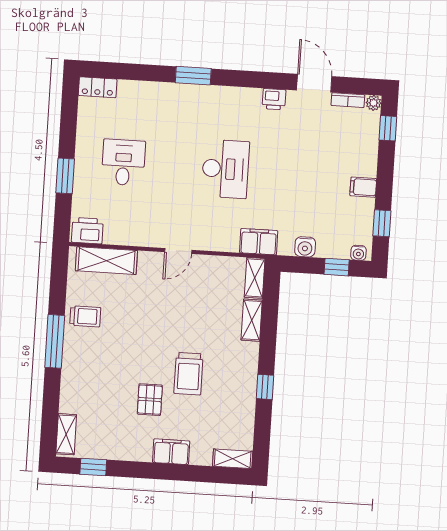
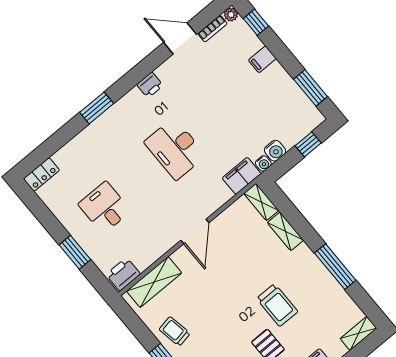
printer: (274, 99) -> (150, 85), moved
desk: (225, 169) -> (175, 149), turned 180
filing cabinet: (363, 187) -> (262, 59), moved
window: (382, 223) -> (311, 88), width x1.50
door: (178, 251) -> (195, 231), width x1.38
water cooler: (358, 253) -> (263, 163), moved
trolley: (85, 316) -> (175, 331), turned -100
window: (265, 387) -> (335, 267), width x2.17

